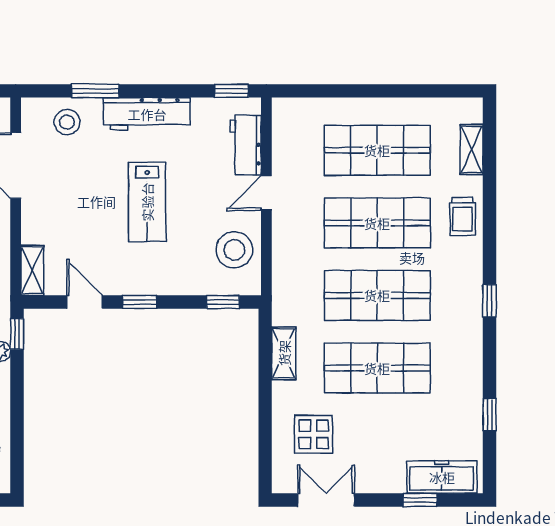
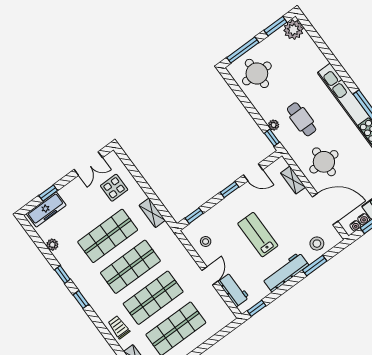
stool: (234, 250) -> (206, 241), width x0.53, depth x0.53
shelving: (32, 270) -> (293, 180), moved
window: (489, 415) -> (62, 274), moved
plant: (472, 417) -> (52, 245), added

